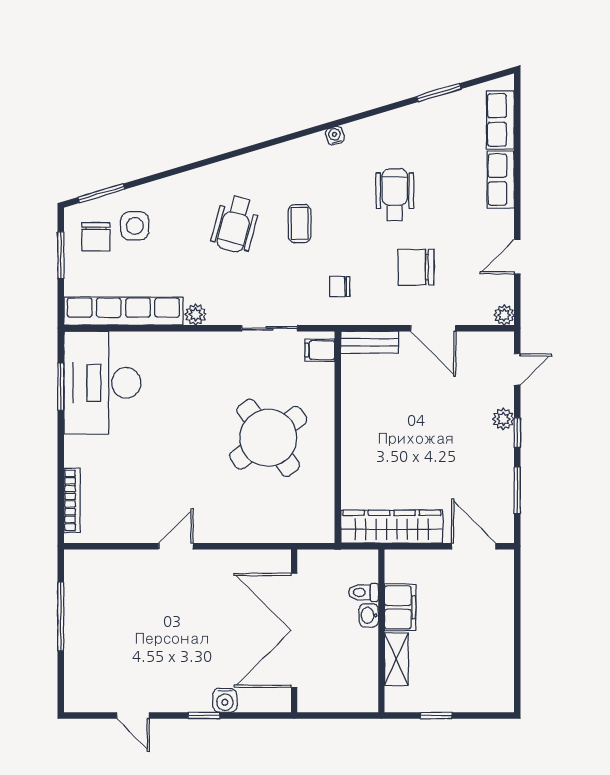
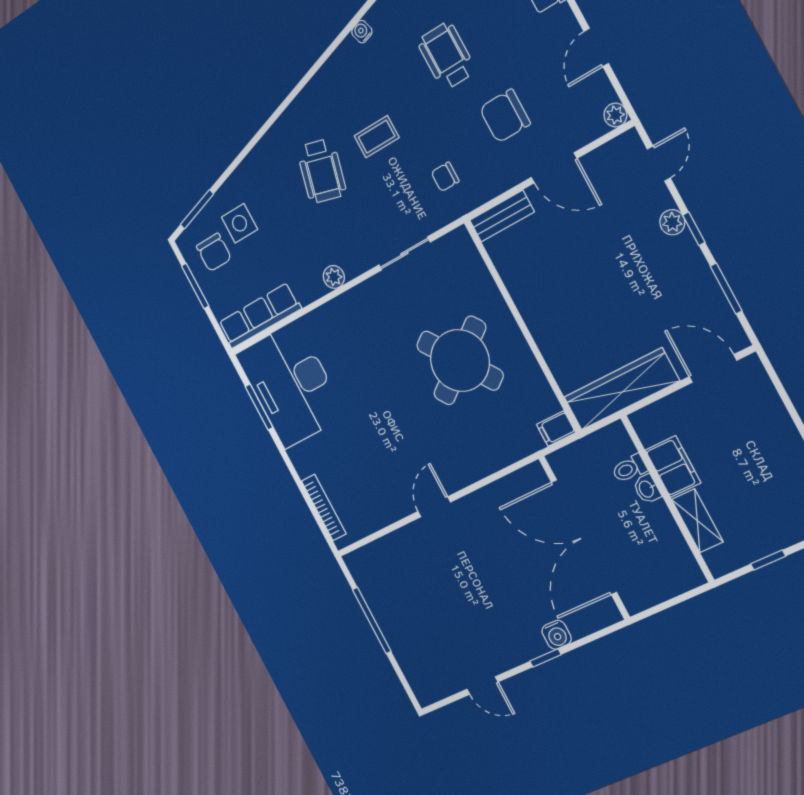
coffee table: (300, 224) -> (377, 137), turned 90
row of seats: (123, 311) -> (259, 316), width x0.73
filing cabinet: (320, 350) -> (556, 429), moved

